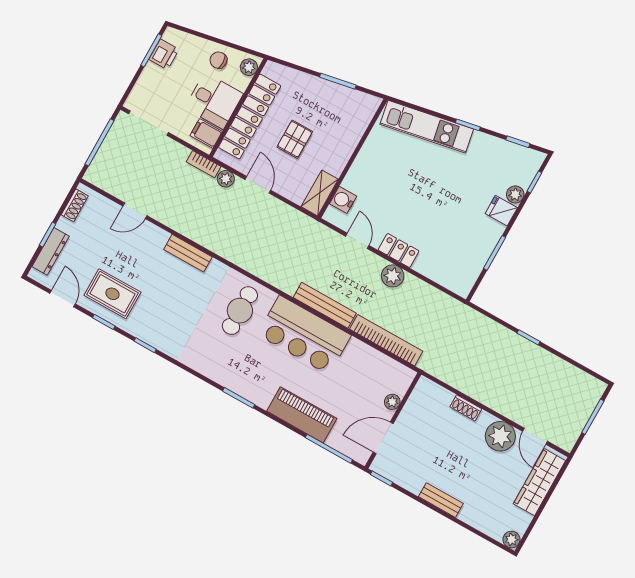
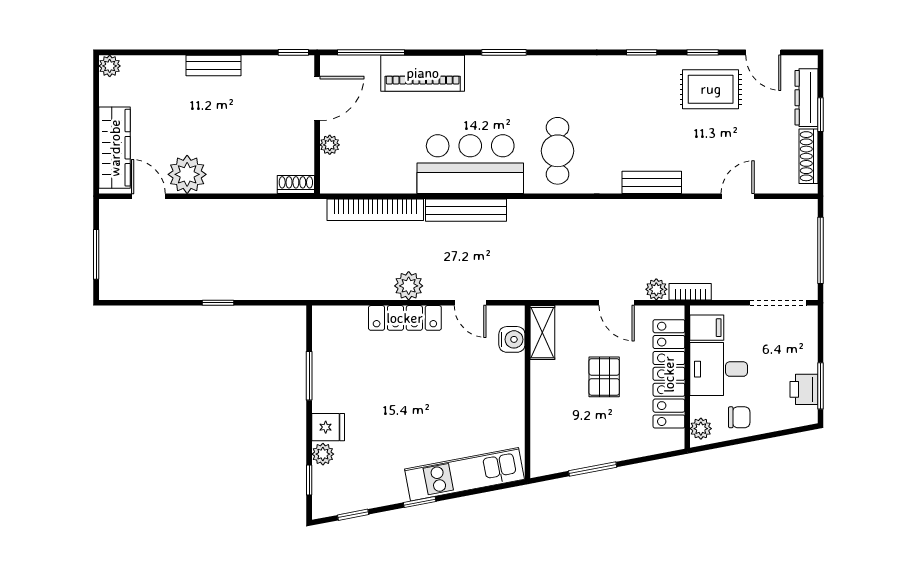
shoe rack: (75, 205) -> (808, 156), width x1.43
locker: (399, 250) -> (405, 318), width x1.53
shoe rack: (466, 408) -> (296, 185), moved

